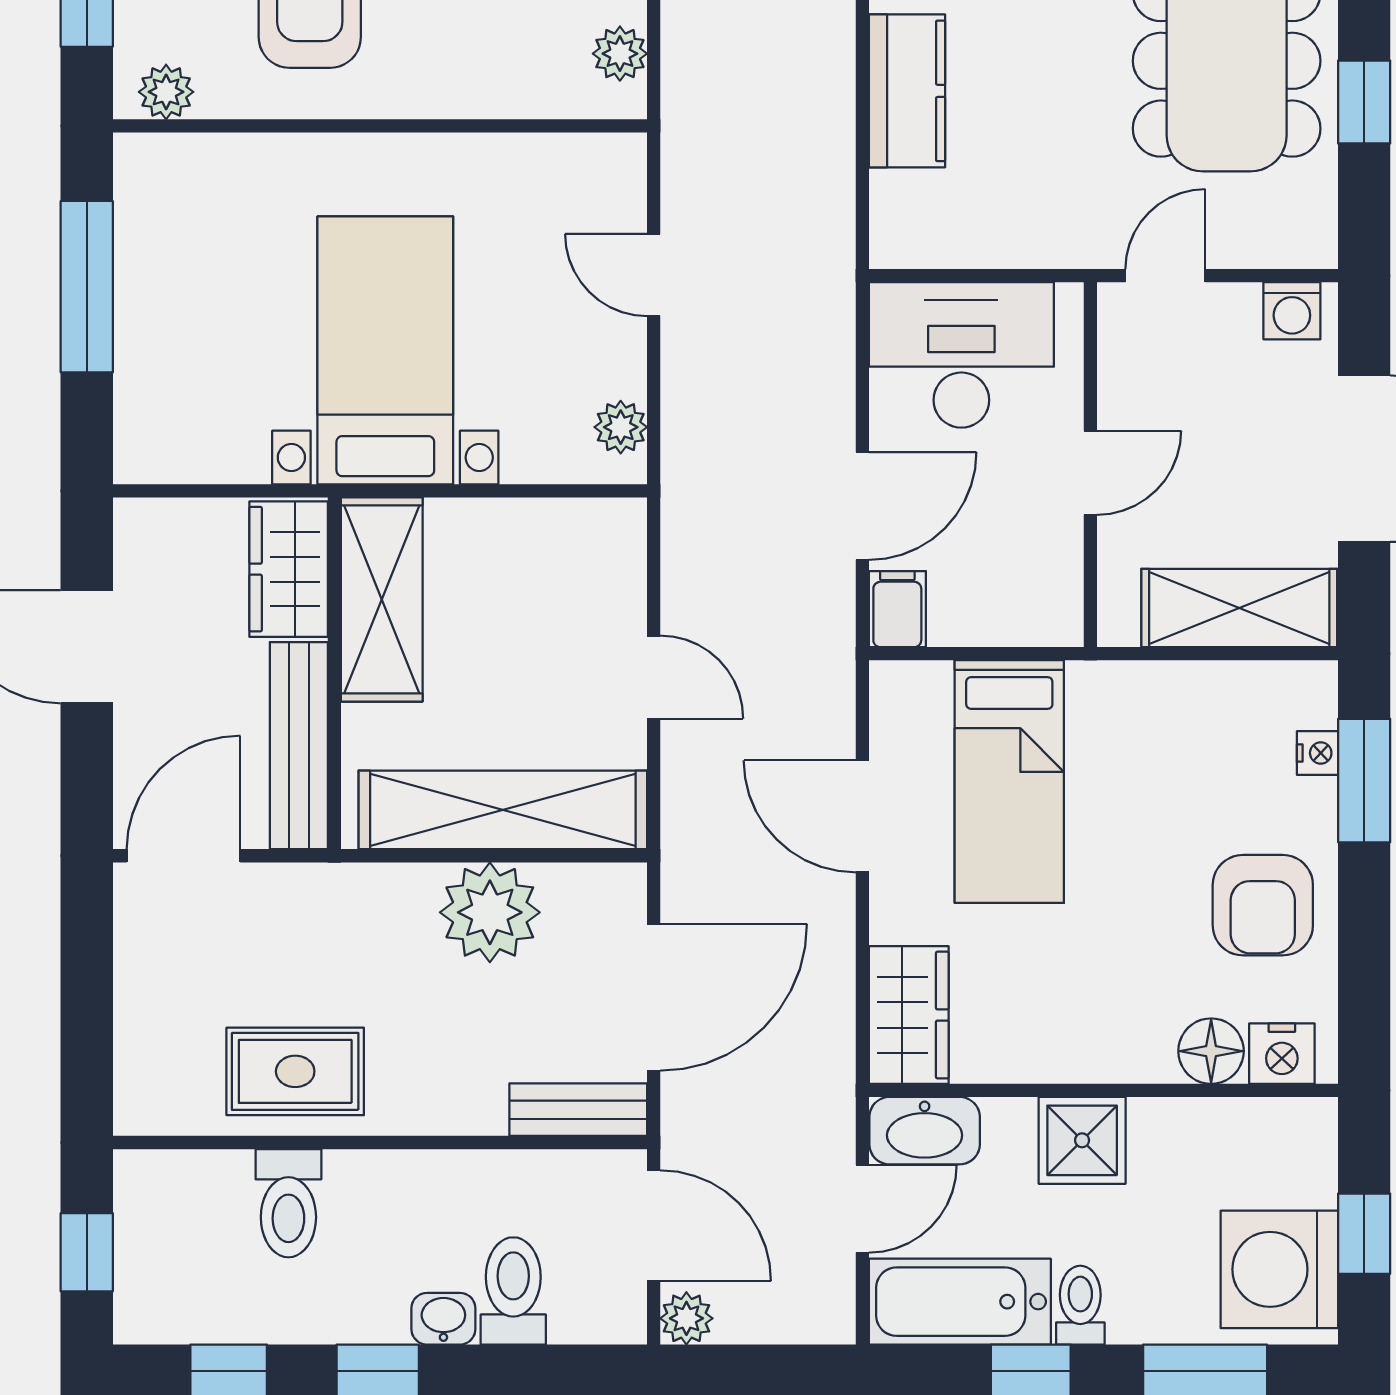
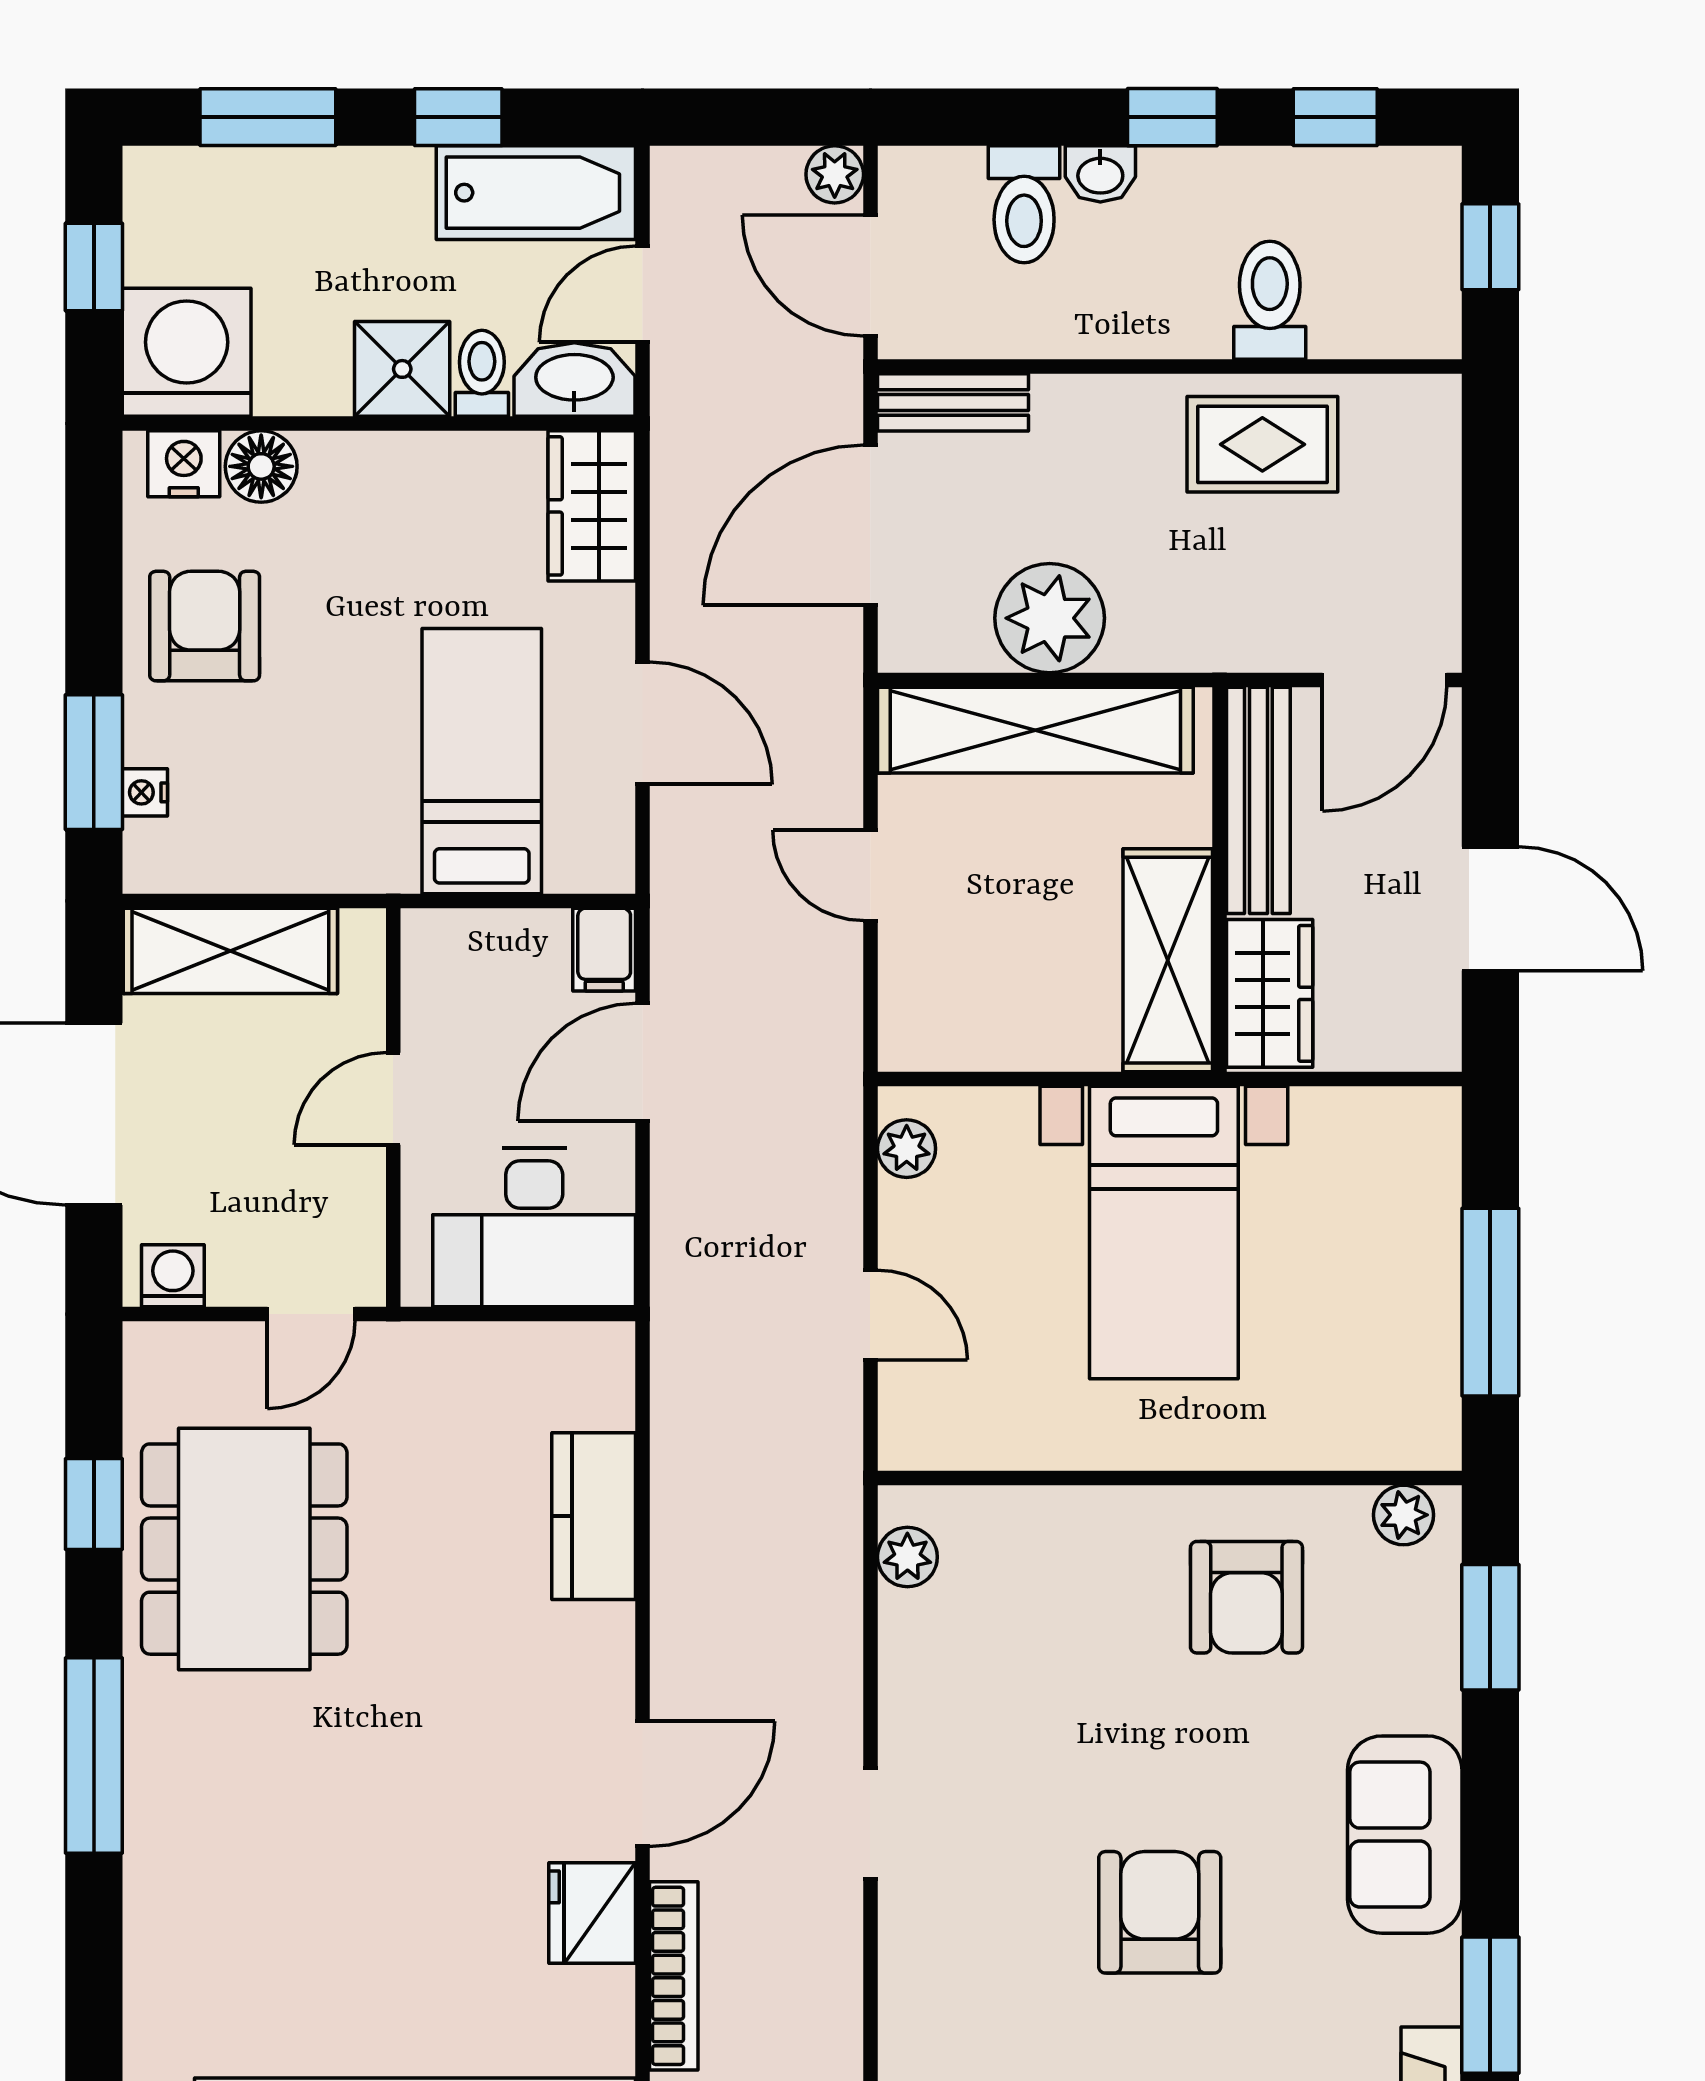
washing machine: (1279, 1269) -> (187, 352), moved, turned -90
toilet: (1080, 1305) -> (482, 373), moved, turned 180

